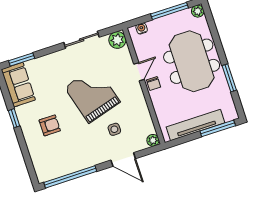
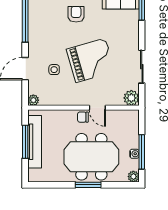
water cooler: (142, 28) -> (134, 154), moved
window: (229, 78) -> (88, 185), moved
armchair: (50, 125) -> (76, 14), turned 180
window: (218, 128) -> (25, 142), moved

